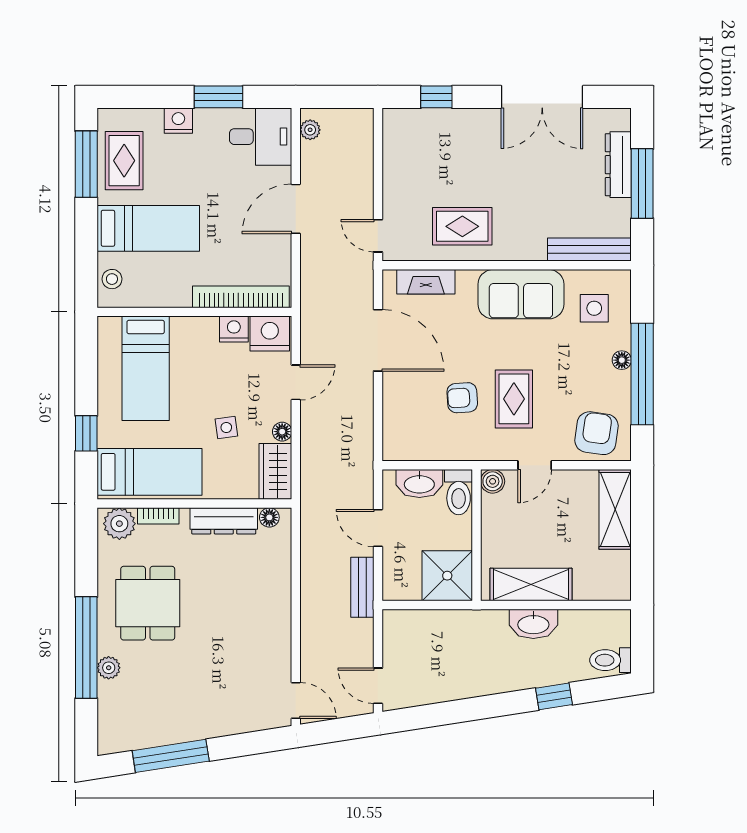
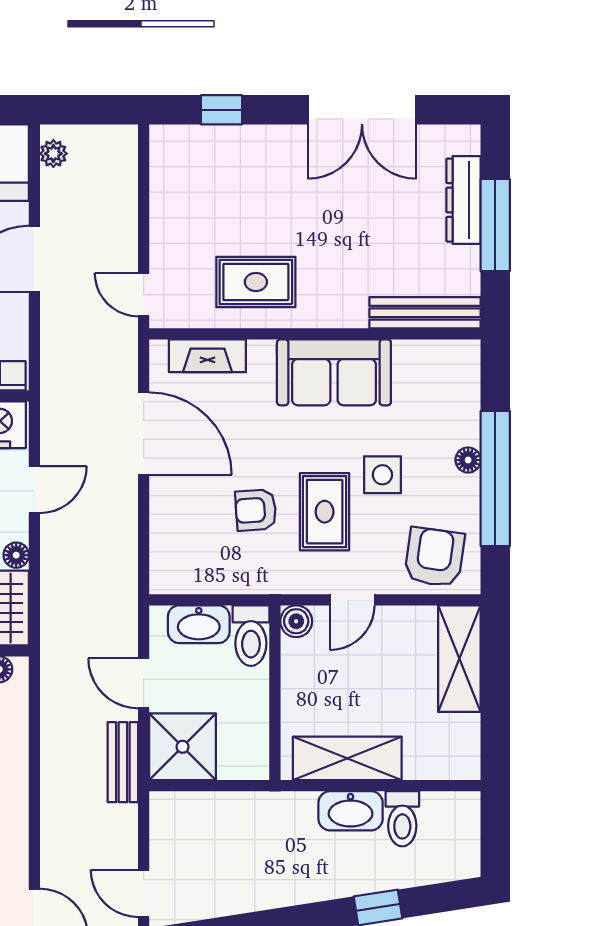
side table: (594, 308) -> (382, 475), moved
shower: (447, 576) -> (183, 747), moved
toilet: (610, 660) -> (402, 819), moved, turned -90

